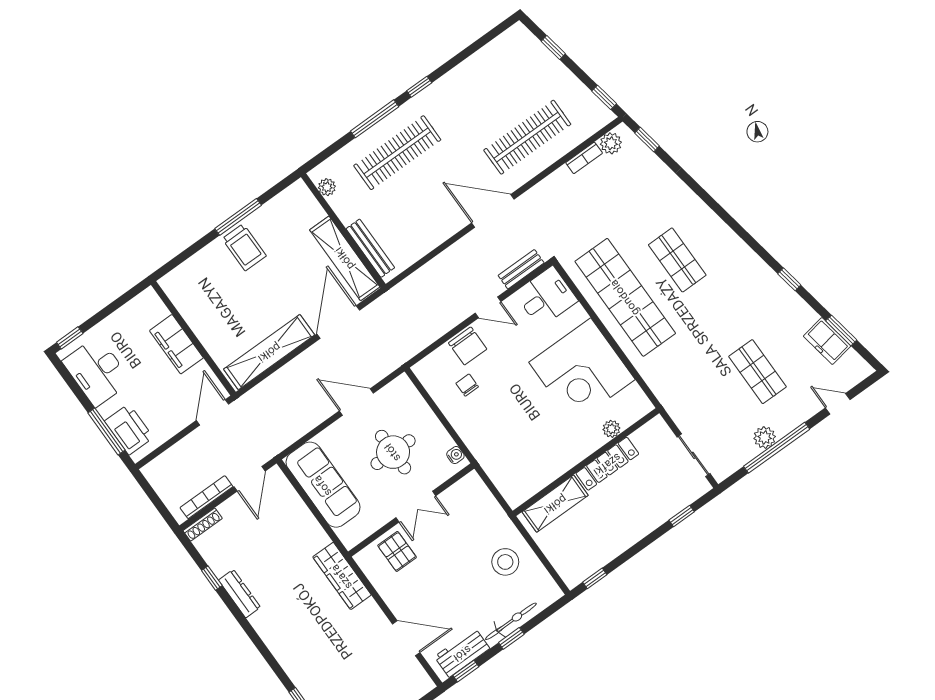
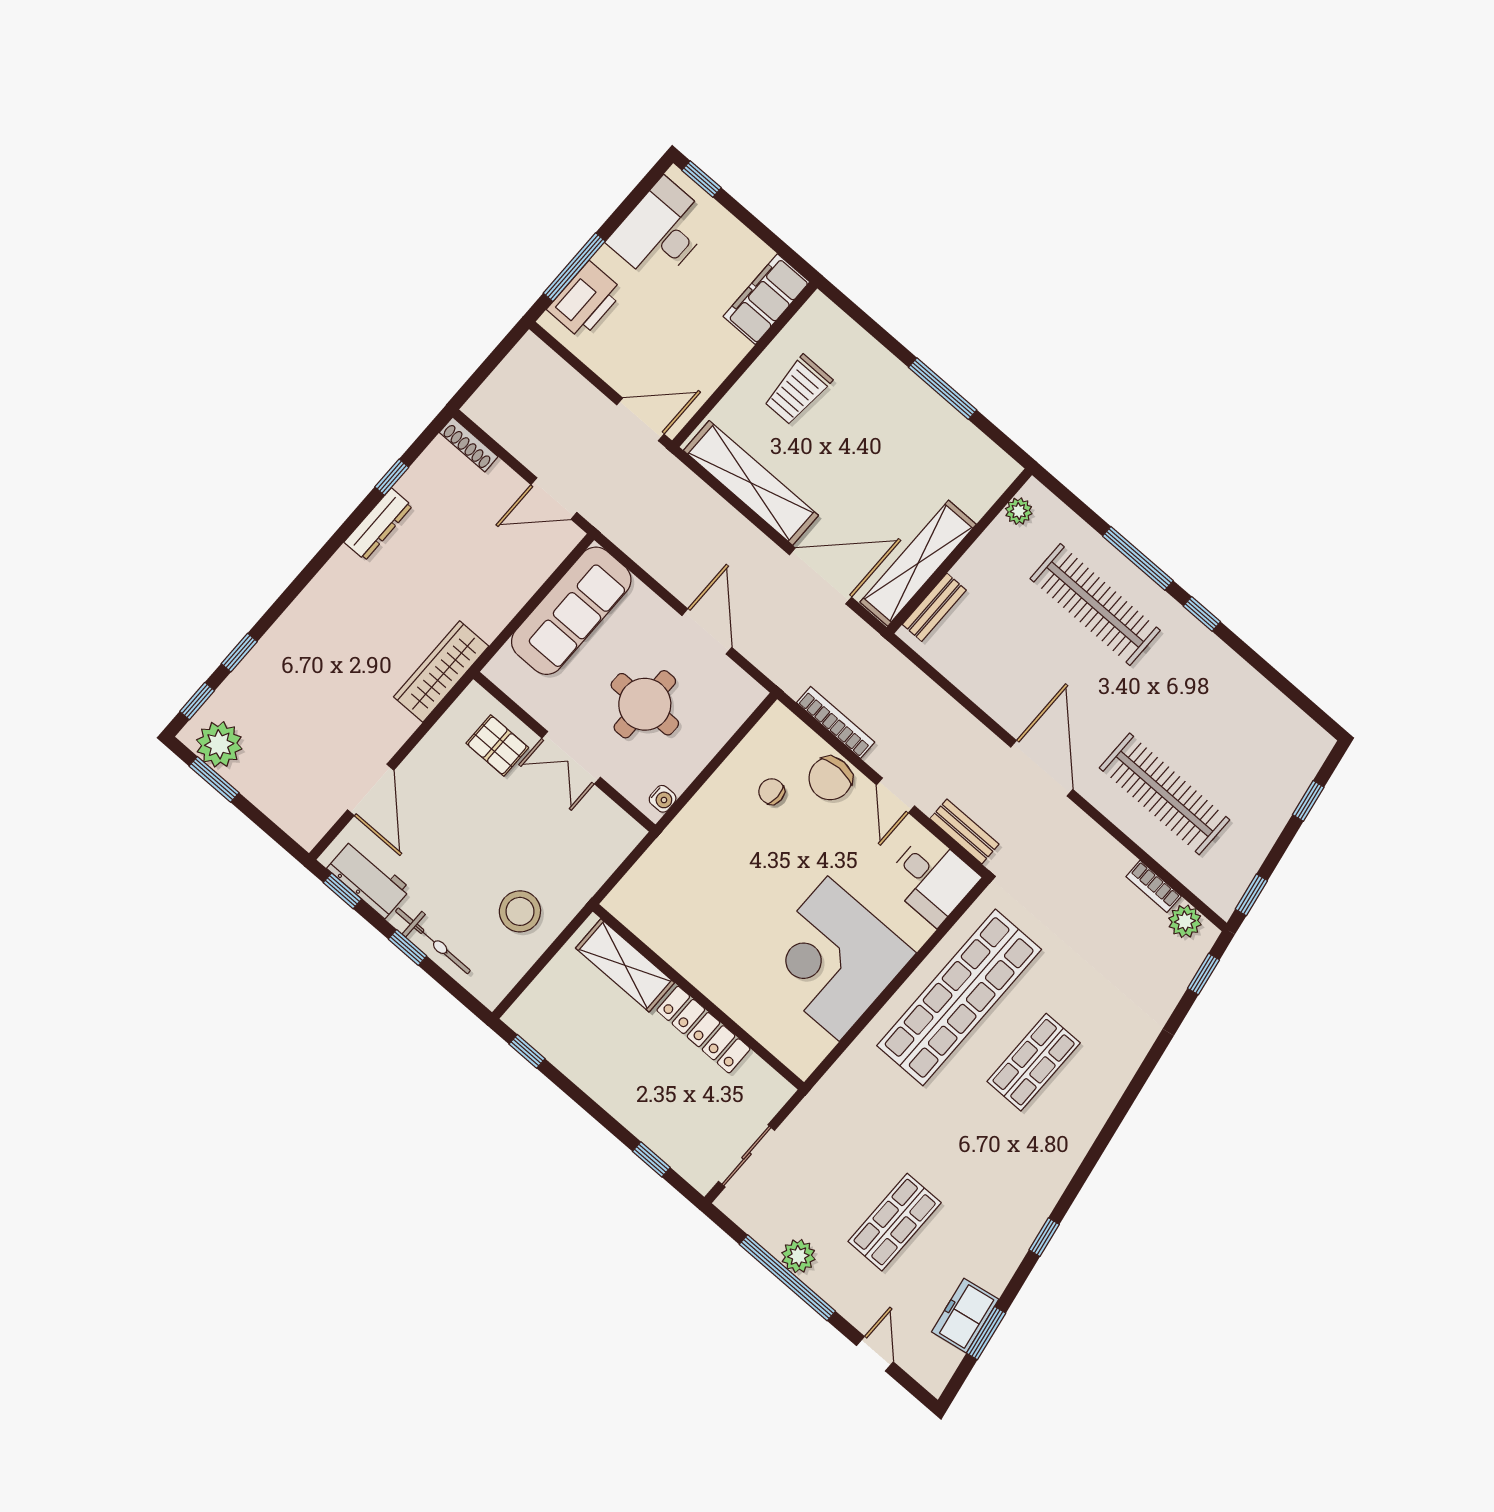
trolley: (244, 247) -> (798, 390), moved
bench: (370, 248) -> (934, 607), width x0.73
filing cabinet: (176, 344) -> (766, 299), moved
chair: (467, 385) -> (772, 791), turned -90
plant: (611, 429) -> (757, 1023), removed
bookcase: (206, 497) -> (836, 722), moved
pallet: (397, 551) -> (497, 745), turned 90

